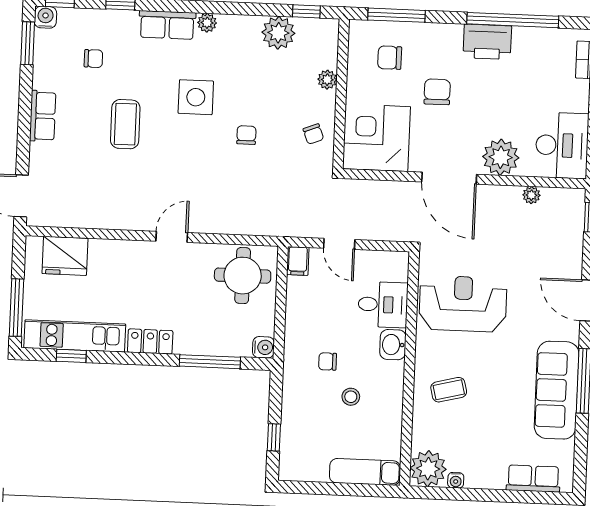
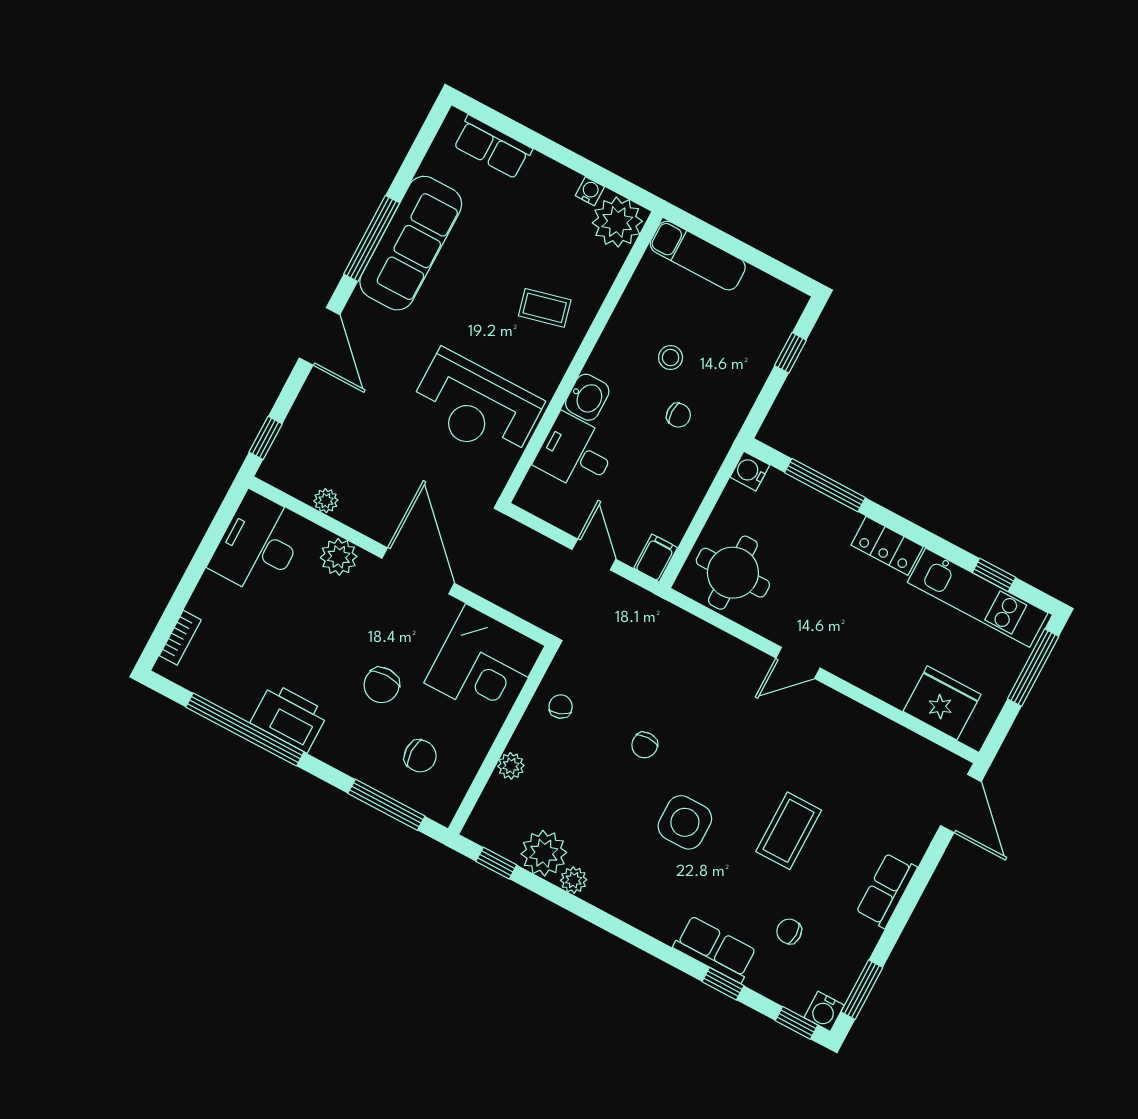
plant: (207, 23) -> (574, 880), moved
row of seats: (167, 25) -> (715, 949), moved
plant: (501, 157) -> (339, 557), width x0.73, depth x0.73

